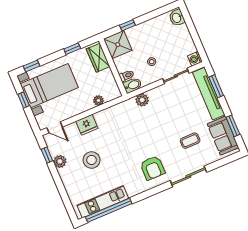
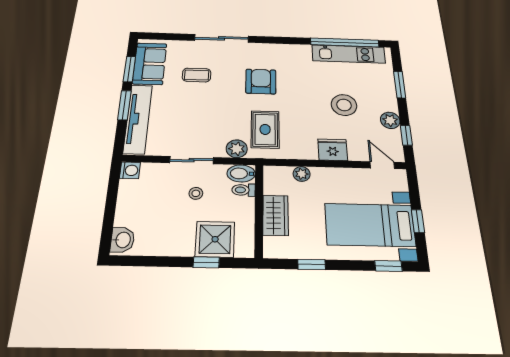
shower: (118, 45) -> (215, 239), moved
wardrobe: (98, 58) -> (276, 215), moved
sliding door: (176, 76) -> (192, 160), moved
window: (216, 86) -> (124, 105), moved
rug: (132, 121) -> (265, 129), added
armchair: (152, 168) -> (261, 81), moved
window: (63, 192) -> (400, 85), added

